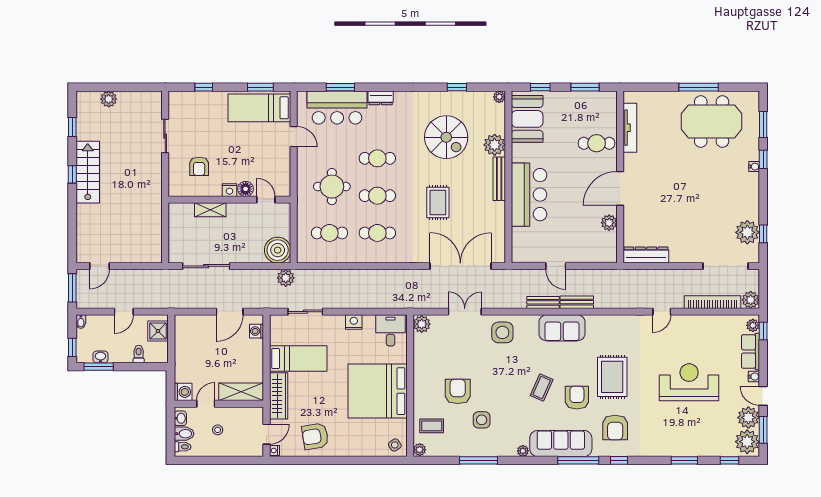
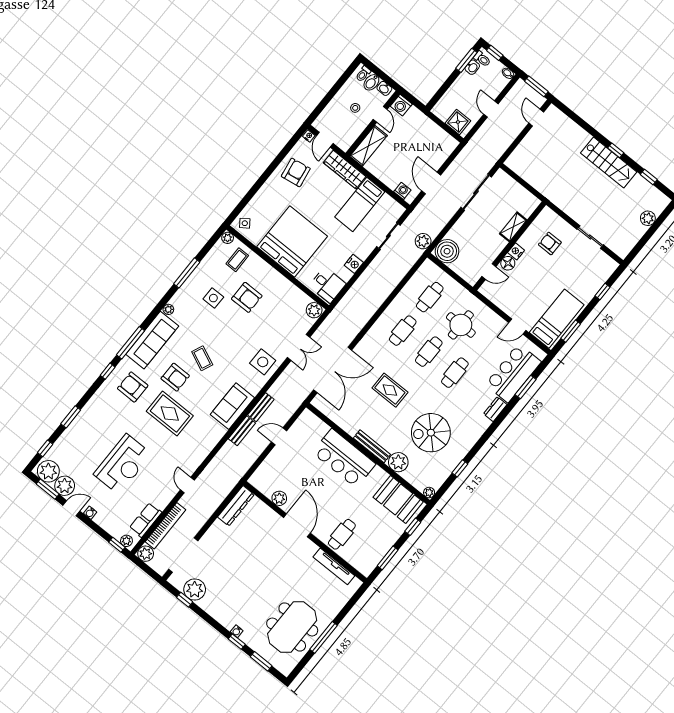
row of seats: (750, 351) -> (146, 520), moved, turned -90
toilet: (139, 354) -> (482, 59), moved

